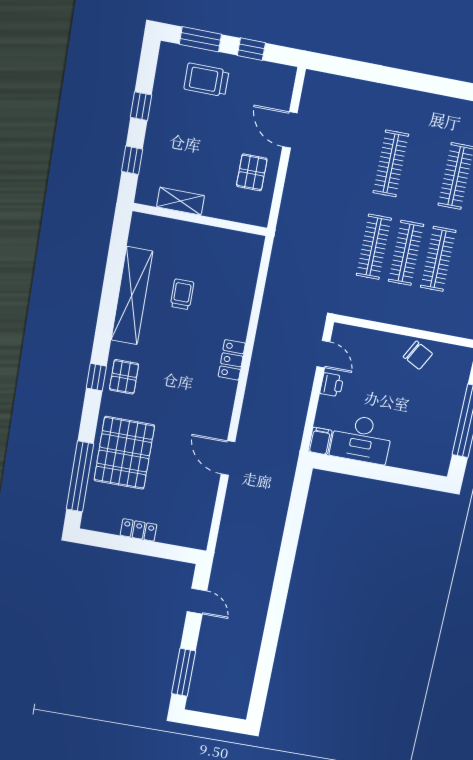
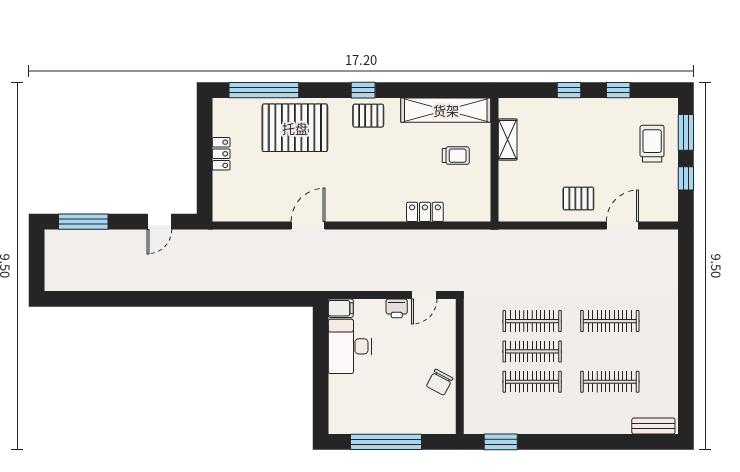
shelving: (180, 201) -> (508, 139), moved
wall: (200, 219) -> (495, 160), moved
locker: (232, 360) -> (425, 212), moved

